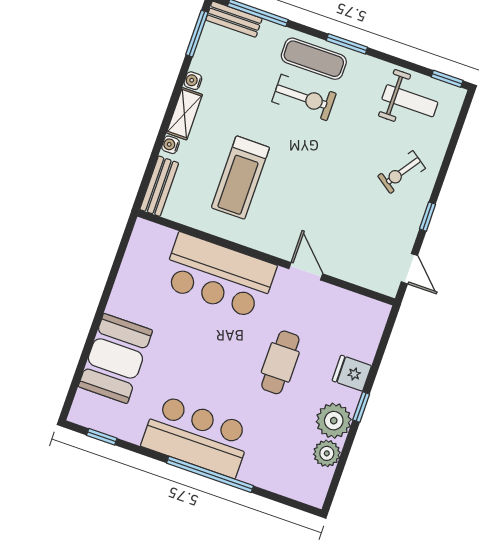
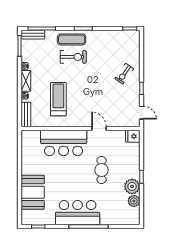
weight bench: (410, 101) -> (117, 43), removed
treadmill: (240, 178) -> (58, 99), turned 180
fridge: (352, 373) -> (133, 136), moved

